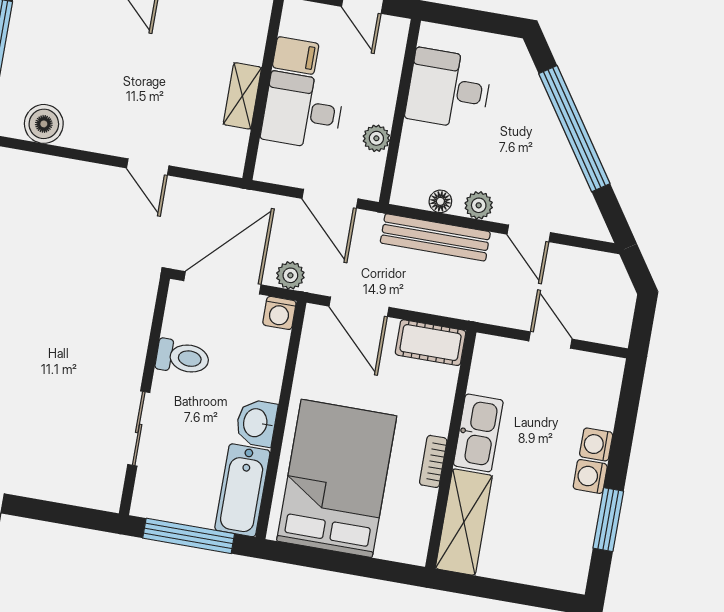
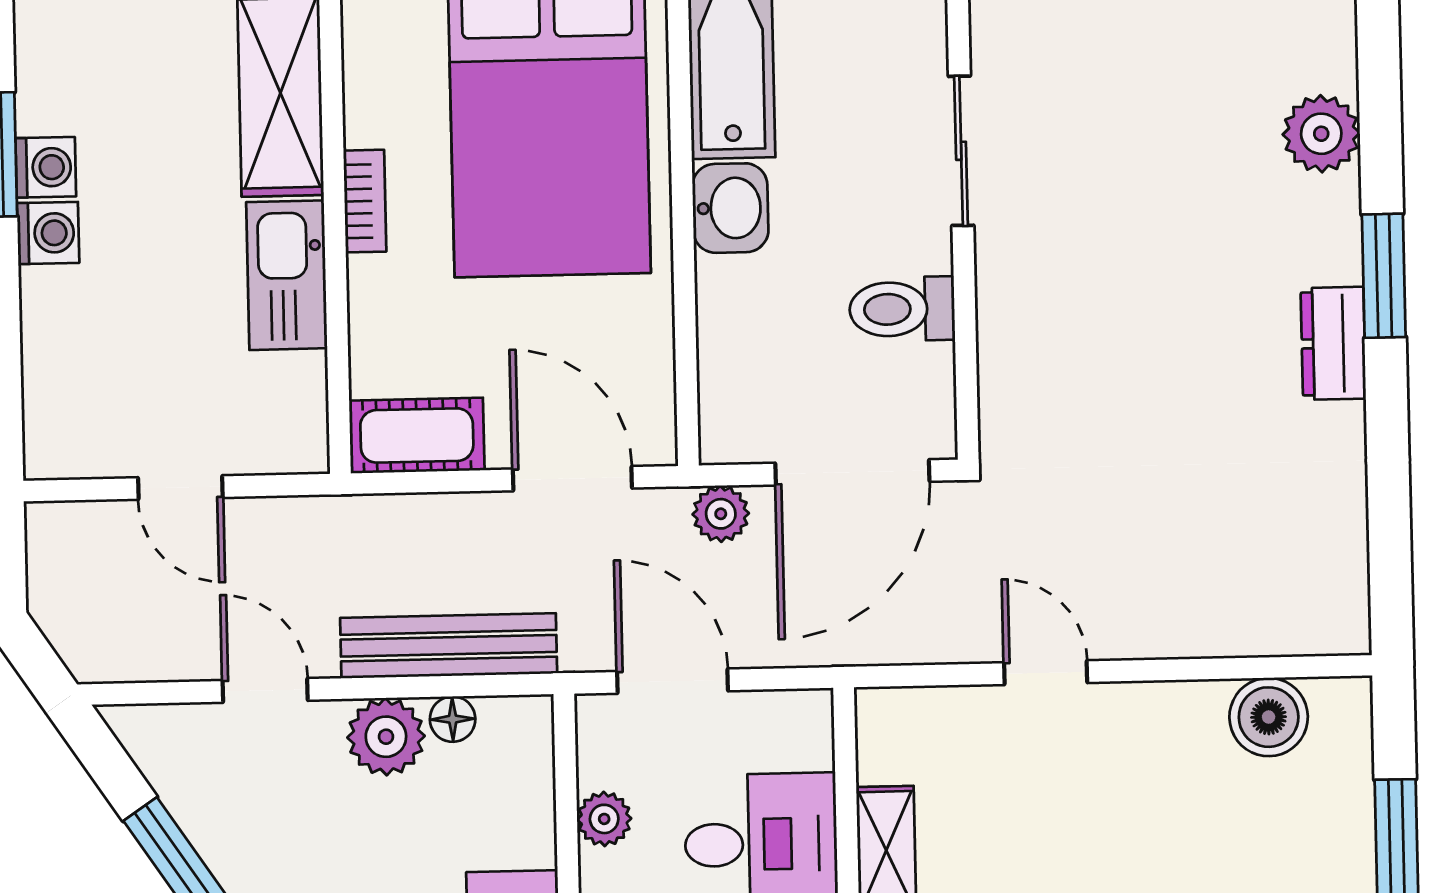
plant: (479, 205) -> (386, 737), width x1.38, depth x1.38
washing machine: (279, 313) -> (728, 435), removed
washing machine: (596, 444) -> (46, 167), moved

